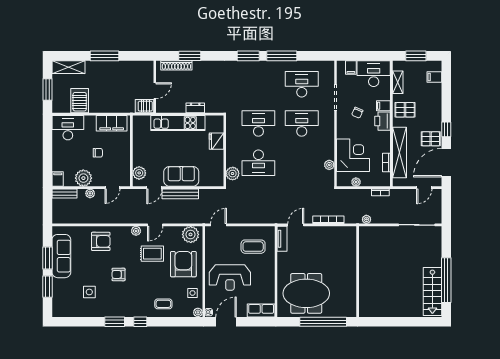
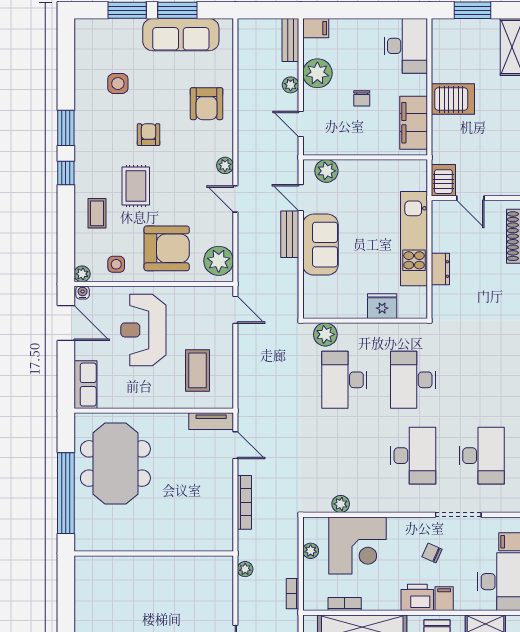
server rack: (80, 101) -> (453, 99), moved
desk: (258, 123) -> (413, 380), turned 180
bench: (180, 194) -> (290, 234), width x0.73
rug: (152, 254) -> (136, 186), moved

